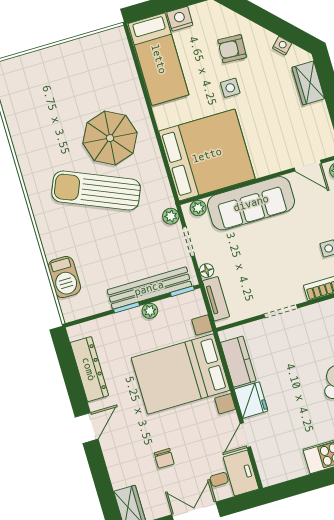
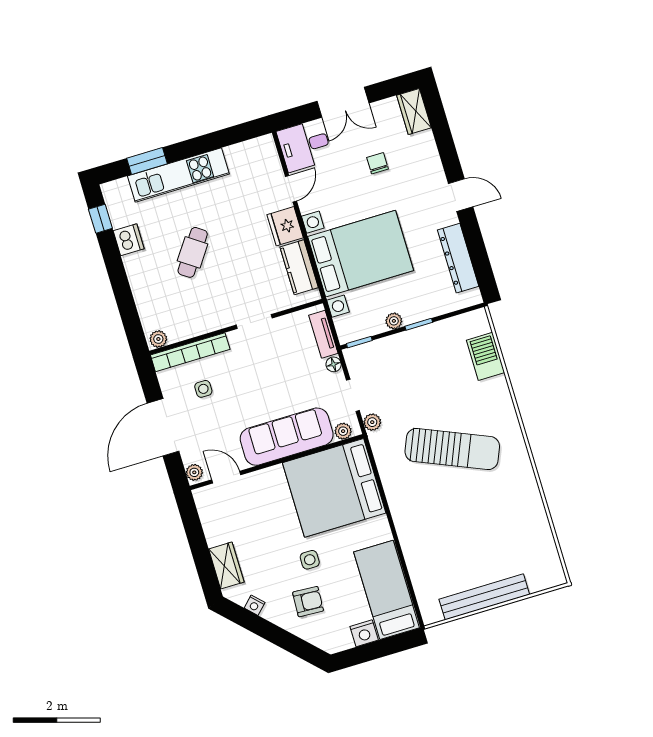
parasol: (110, 138) -> (438, 505), removed
bench: (149, 288) -> (484, 597), moved
door: (87, 428) -> (461, 195), swing flipped

